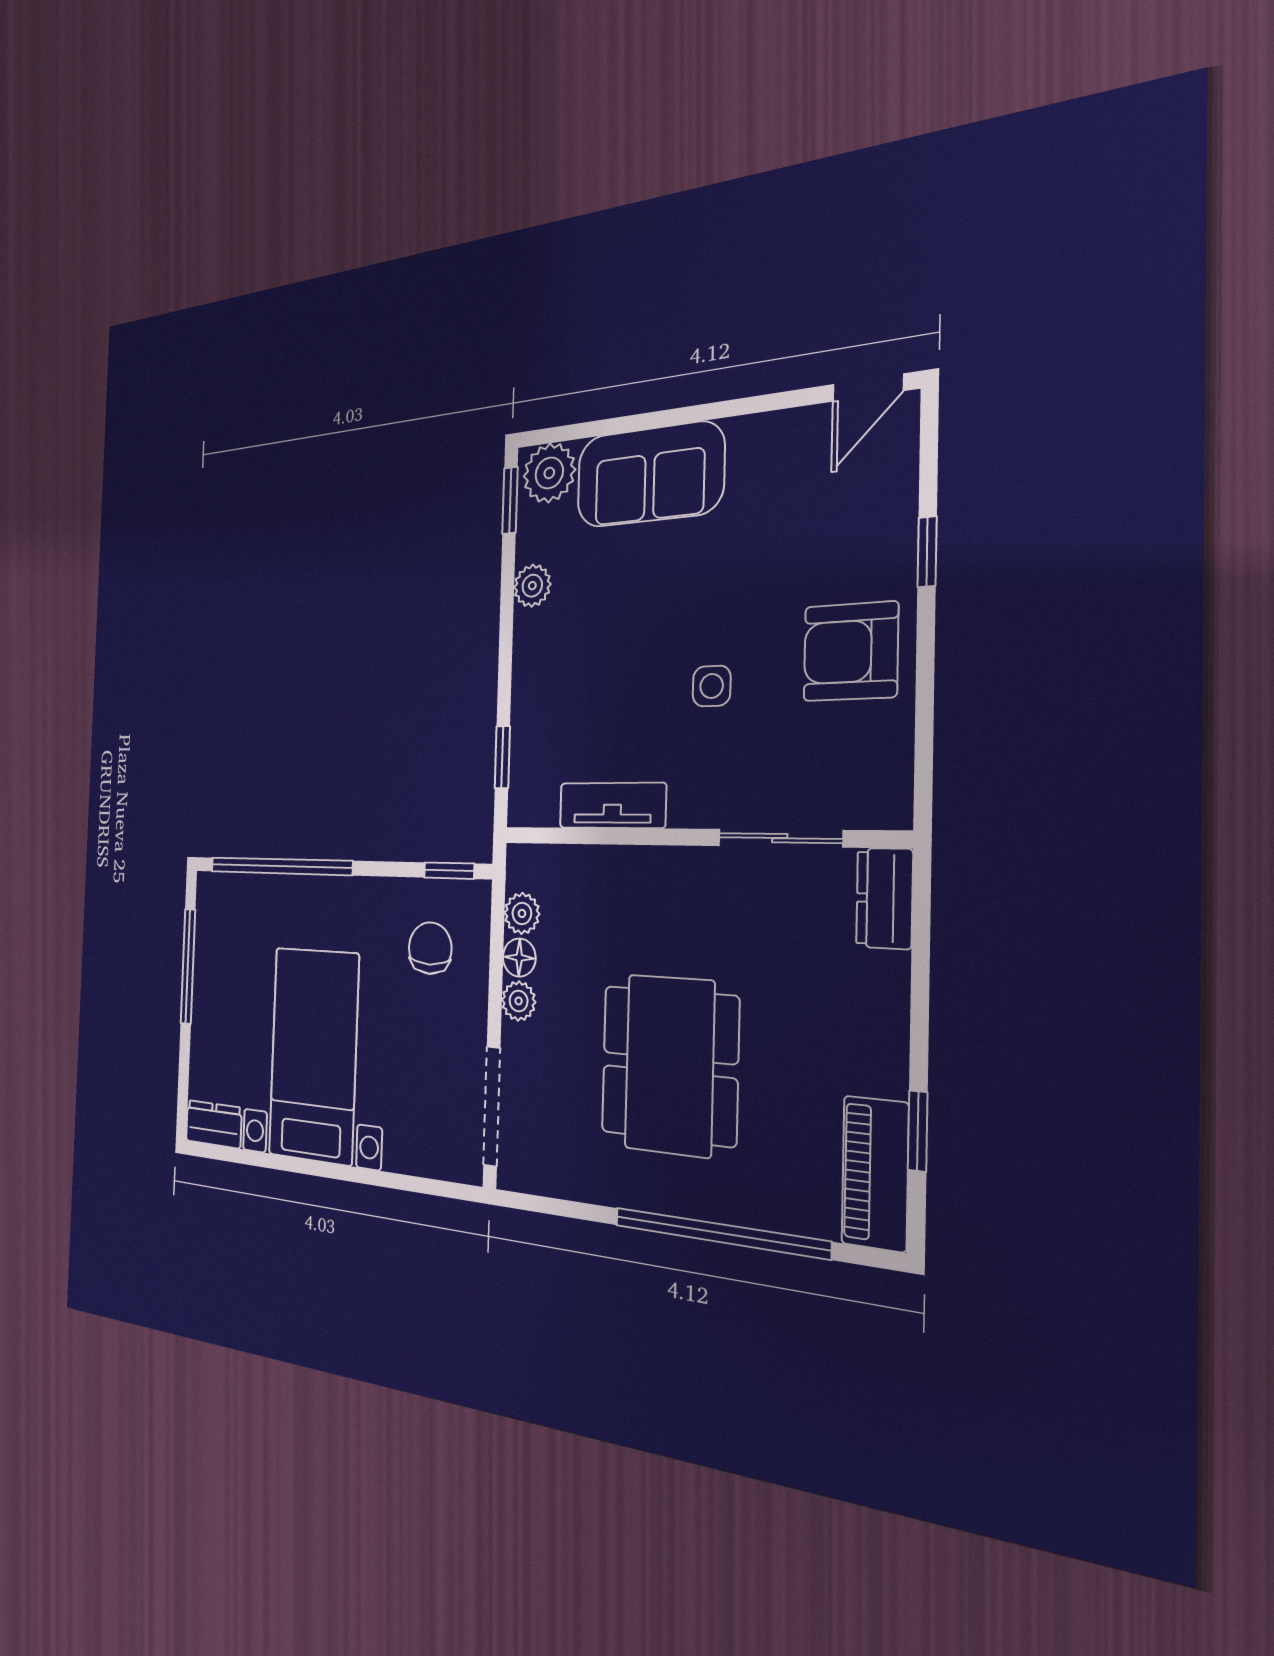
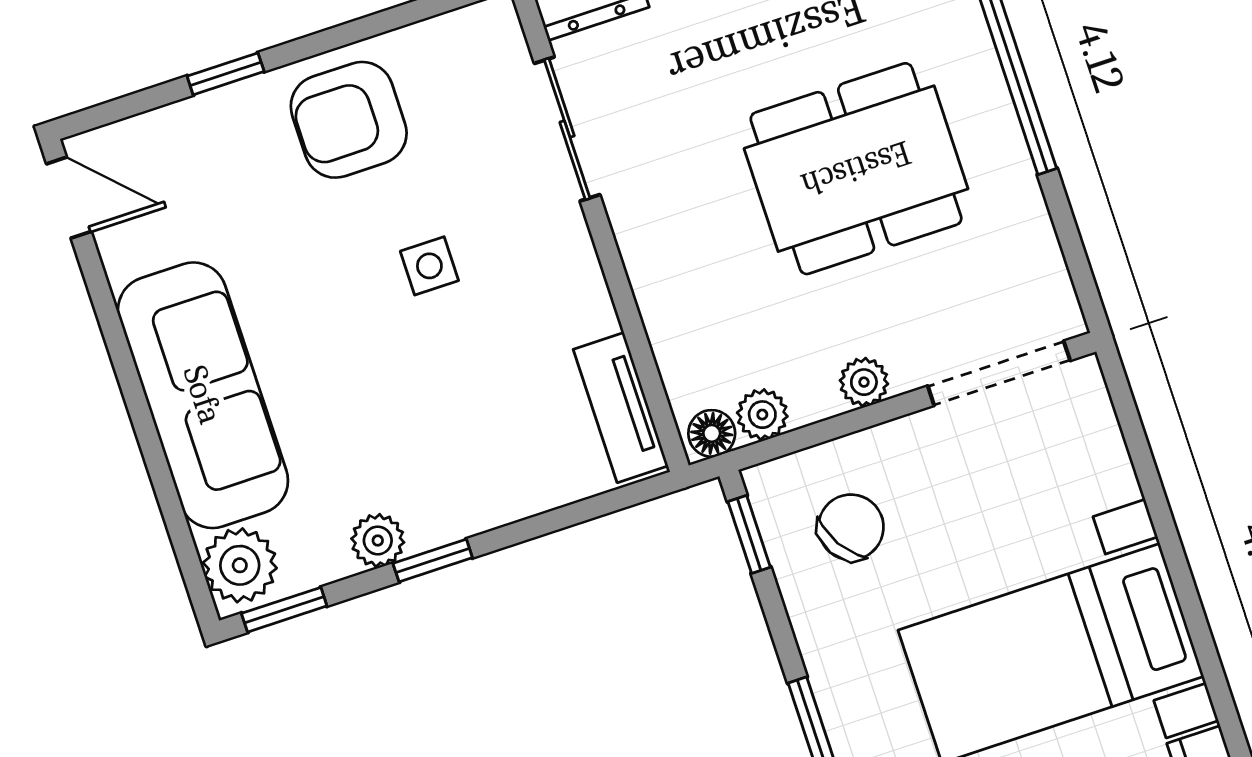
sofa: (650, 475) -> (203, 395), width x1.36
armchair: (851, 652) -> (349, 120), turned 90
window: (502, 757) -> (433, 561), moved
tv unit: (612, 805) -> (621, 408), moved
chair: (430, 948) -> (851, 527), turned 148
floor lamp: (519, 958) -> (712, 433), moved

